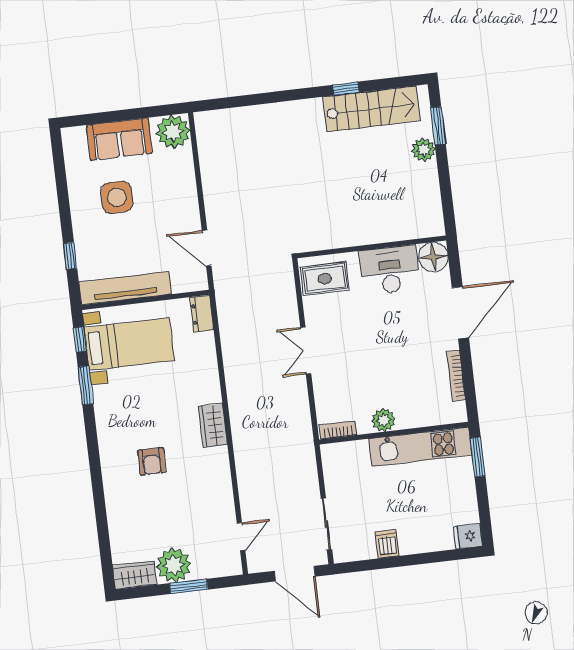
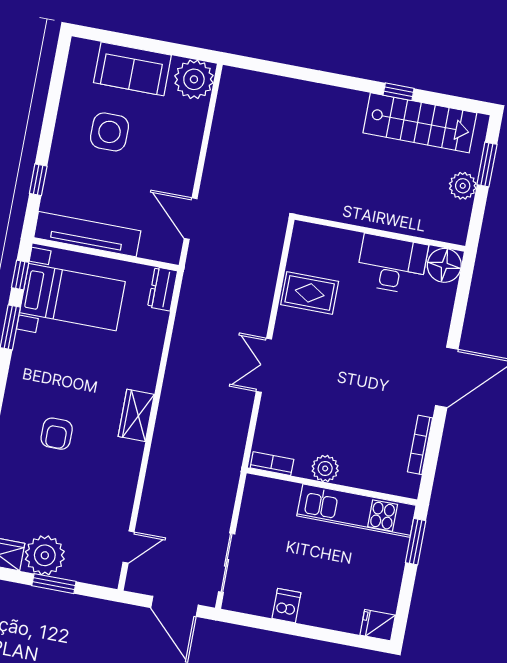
wall: (372, 247) -> (380, 233), moved
floor lamp: (433, 257) -> (444, 265), moved
desk: (390, 270) -> (392, 264), moved

